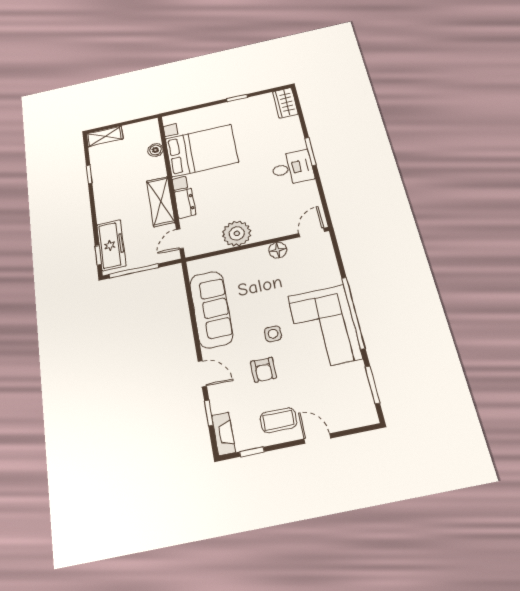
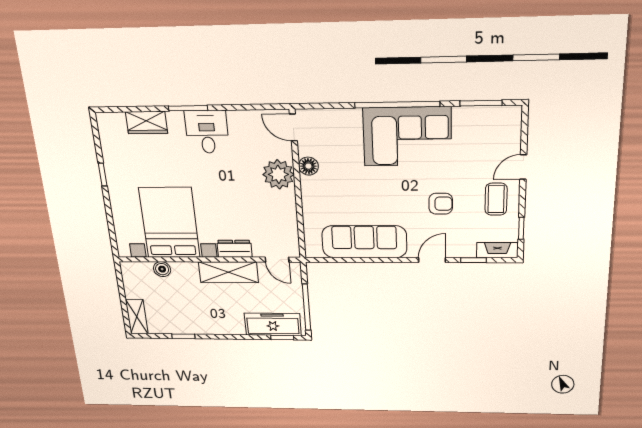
wardrobe: (285, 103) -> (147, 123), moved
plant: (237, 233) -> (278, 174), moved
side table: (273, 334) -> (404, 188), removed

